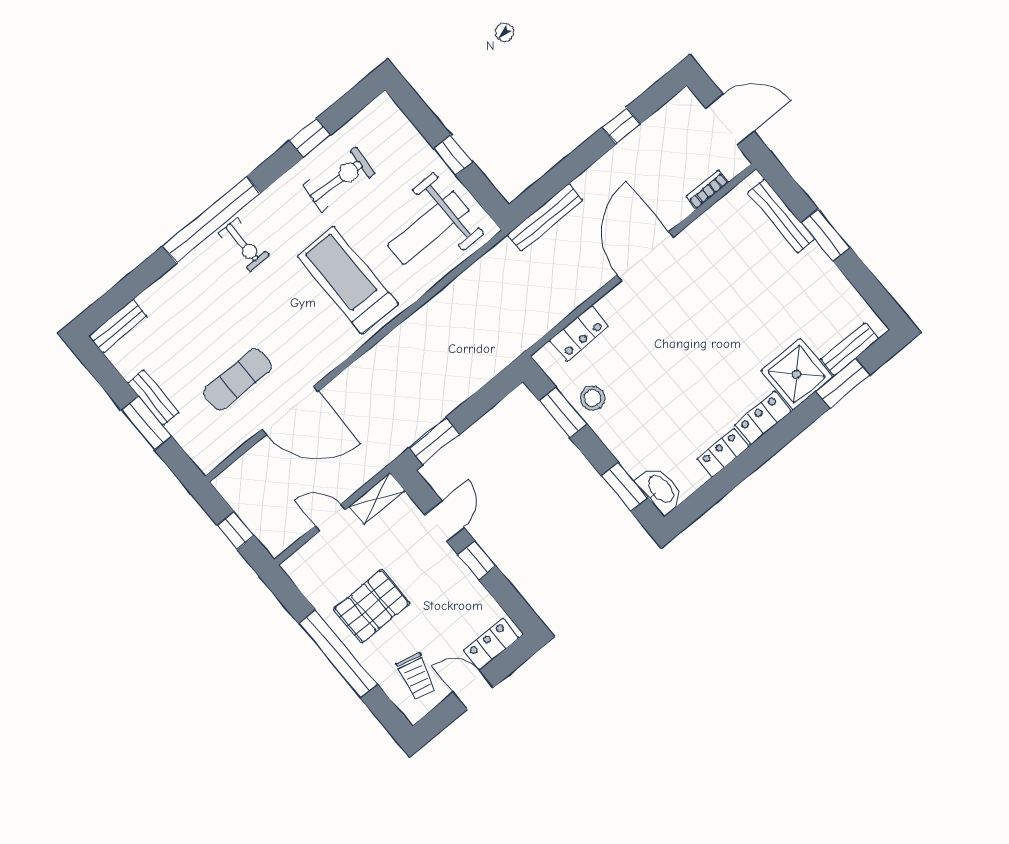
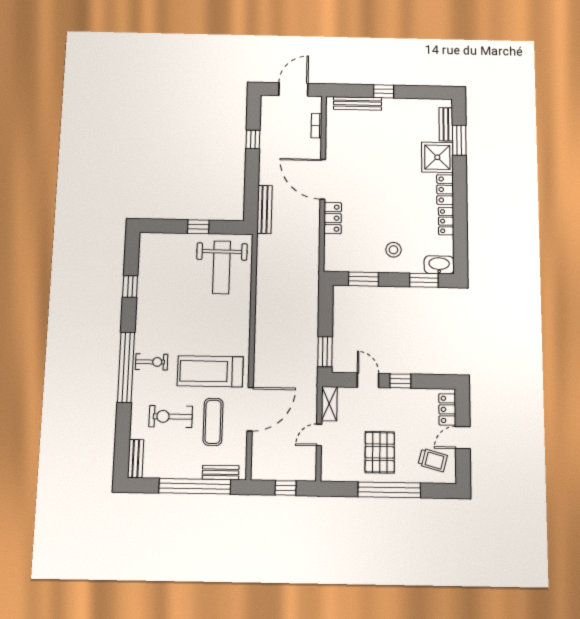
exercise bike: (339, 179) -> (171, 416), moved, turned -94
window: (826, 235) -> (384, 91), width x0.67
treadmill: (348, 280) -> (210, 371), moved
locker: (579, 333) -> (333, 218), moved
bench: (153, 398) -> (221, 472), moved
stool: (593, 398) -> (393, 250), moved
window: (146, 423) -> (195, 486), width x2.11

